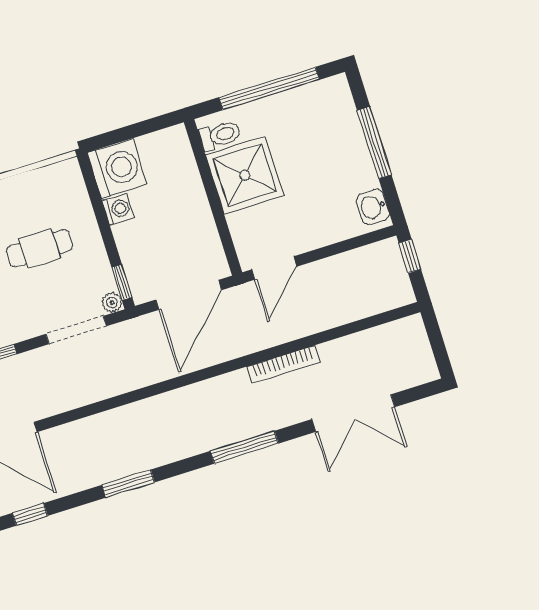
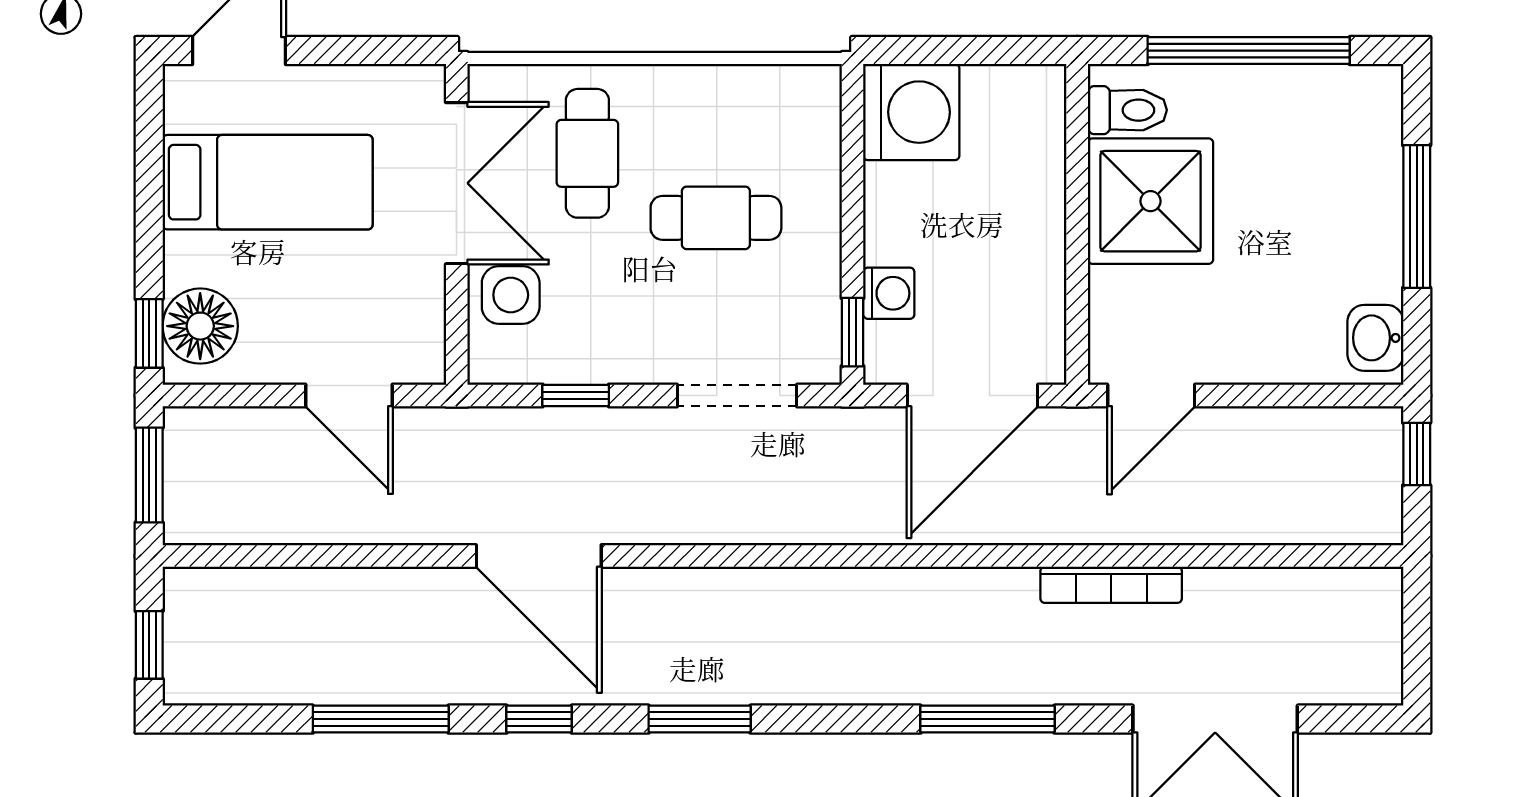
washing machine: (118, 209) -> (889, 293), moved
plant: (112, 303) -> (822, 365), removed
window: (128, 484) -> (700, 719), moved

